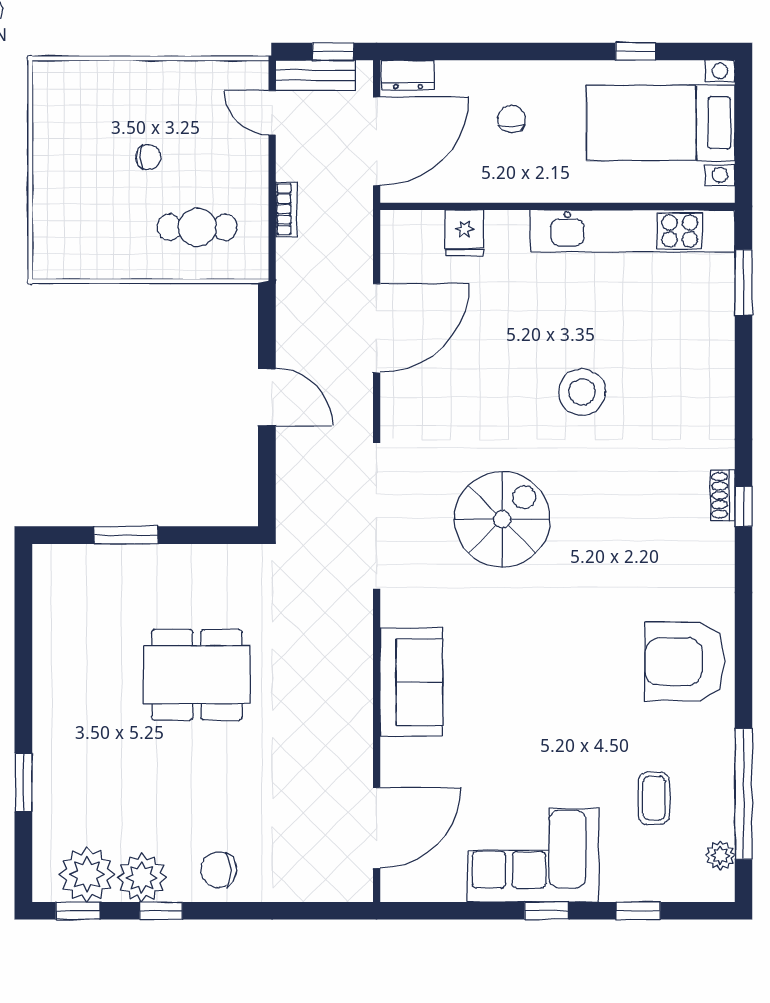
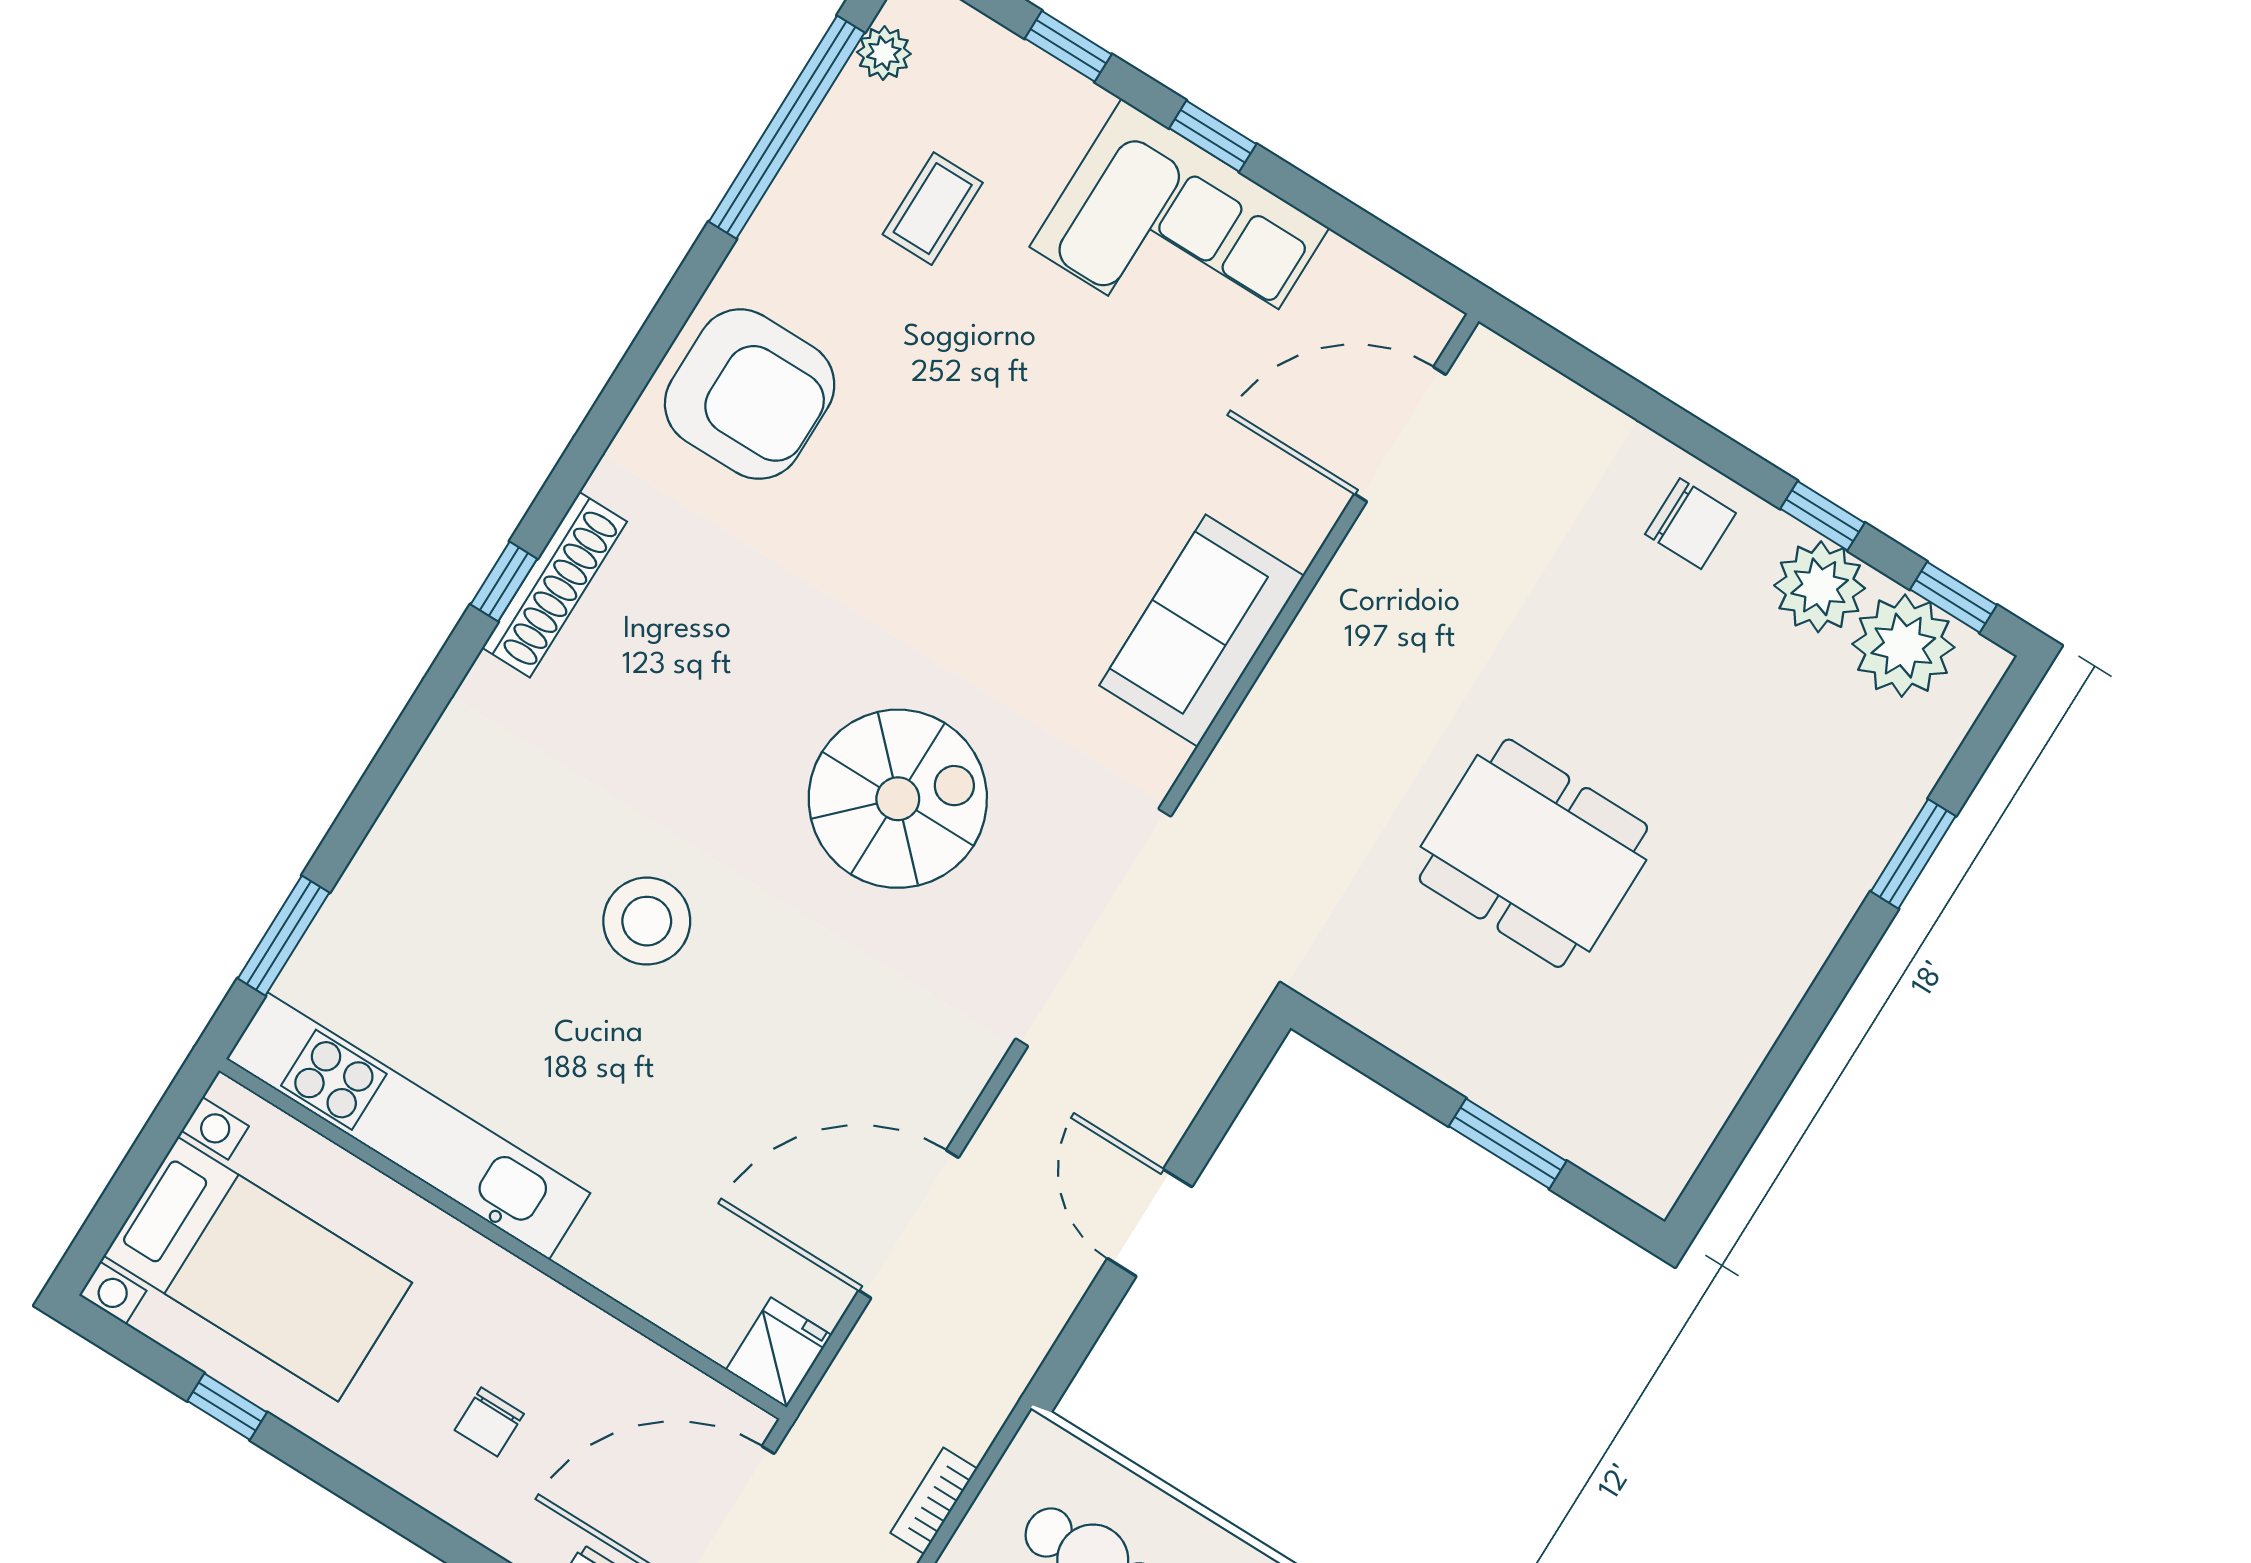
fridge: (465, 233) -> (779, 1353), moved
shoe rack: (722, 495) -> (554, 585), width x1.94, depth x1.24
spiral stairs: (502, 519) -> (898, 799), turned 180

